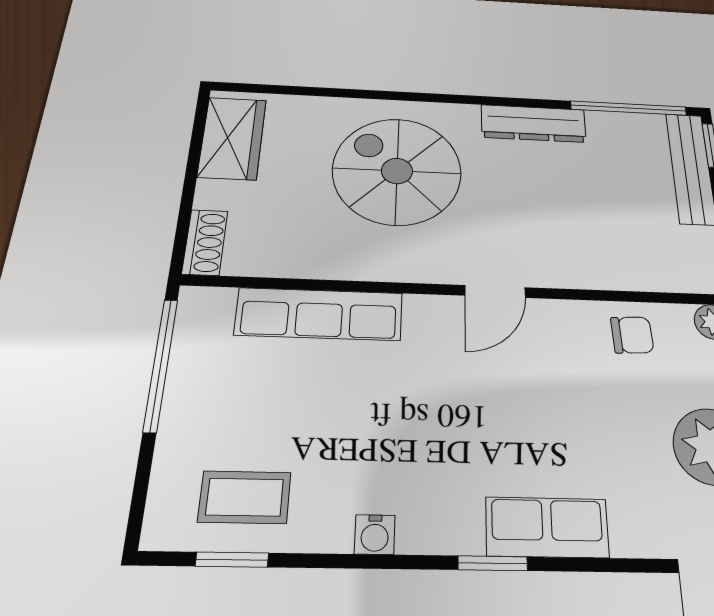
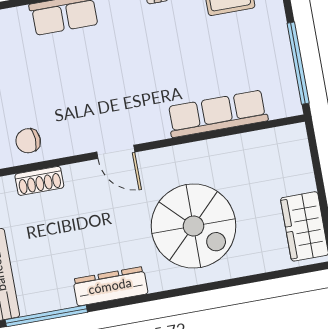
shoe rack: (205, 242) -> (39, 181), moved, turned -90
door: (495, 291) -> (116, 152), swing flipped

